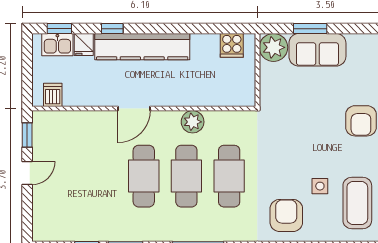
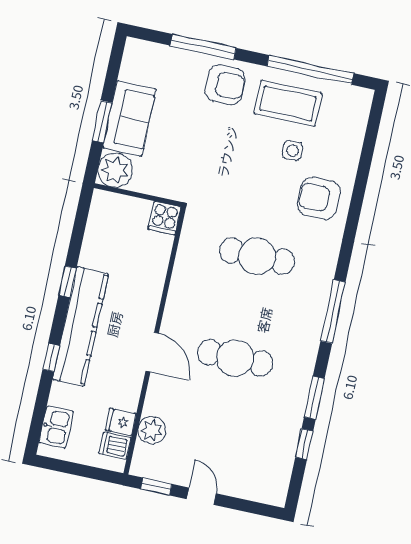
window: (59, 29) -> (68, 282), moved
fridge: (84, 45) -> (121, 422), moved, turned 180
cooker: (232, 45) -> (165, 218), moved, turned 90
plant: (193, 122) -> (152, 430), moved
cafe table: (186, 176) -> (246, 307), removed
coffee table: (357, 203) -> (288, 103), moved

